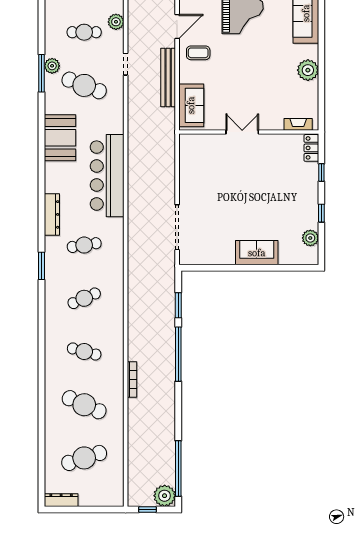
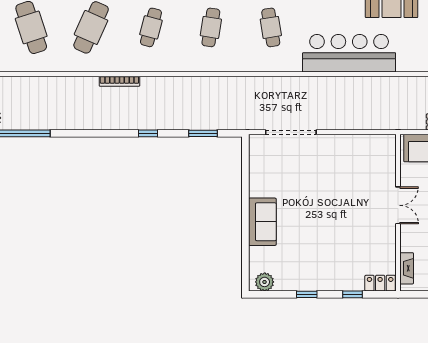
plant: (310, 238) -> (265, 282), moved
cafe table: (84, 298) -> (211, 27), turned 33
window: (178, 354) -> (148, 133), width x0.32

